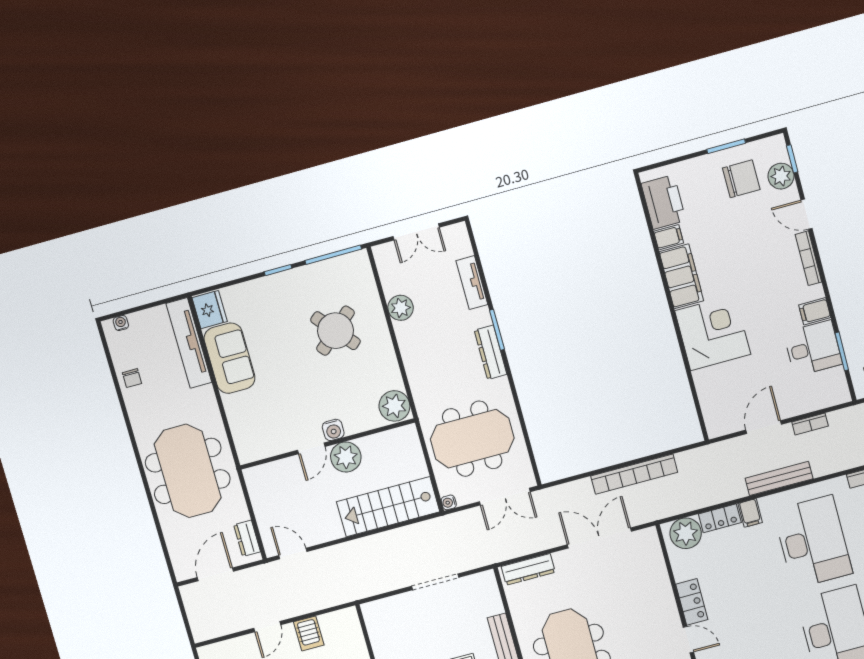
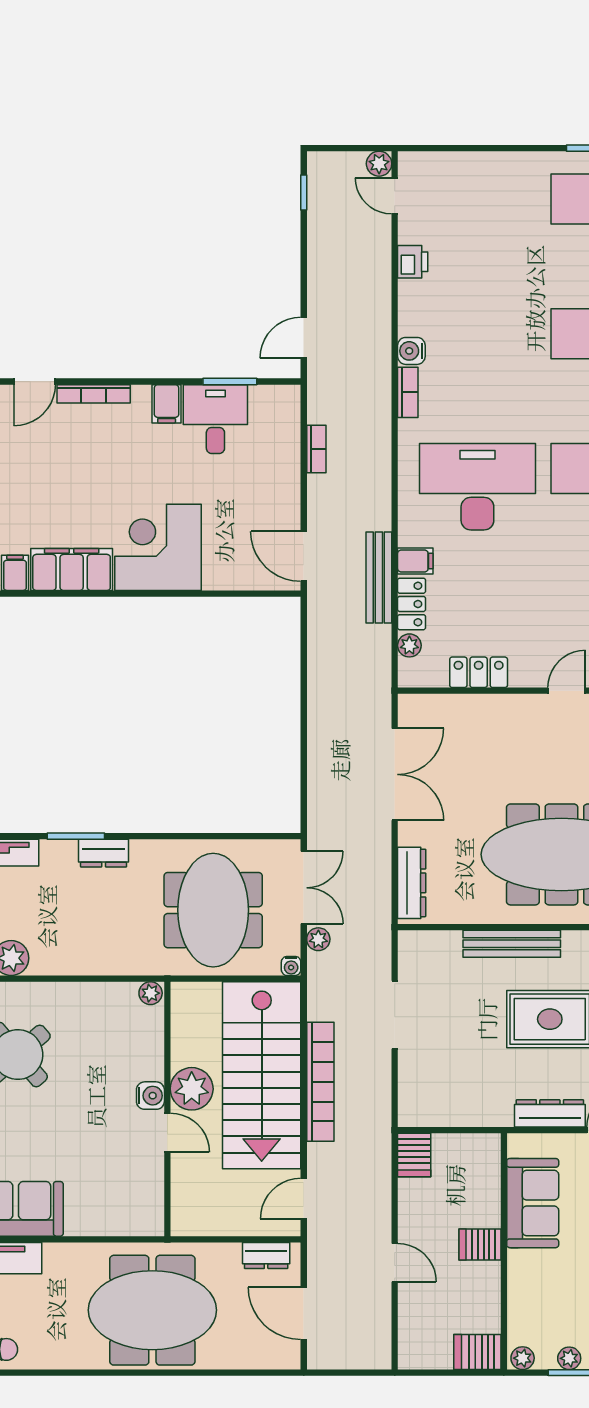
dresser: (491, 352) -> (104, 853), width x0.70
plant: (394, 406) -> (151, 993), width x0.53, depth x0.53
door: (764, 427) -> (304, 556), moved
bookcase: (634, 474) -> (320, 1082), moved
bench: (779, 478) -> (379, 577), moved
stairs: (388, 507) -> (262, 1075), width x1.36, depth x1.51
plant: (472, 516) -> (318, 939), added
plant: (686, 533) -> (409, 645), width x0.53, depth x0.53
double door: (599, 538) -> (395, 774), swing flipped
locker: (692, 602) -> (479, 672), moved
server rack: (309, 633) -> (414, 1155), moved, turned 90

